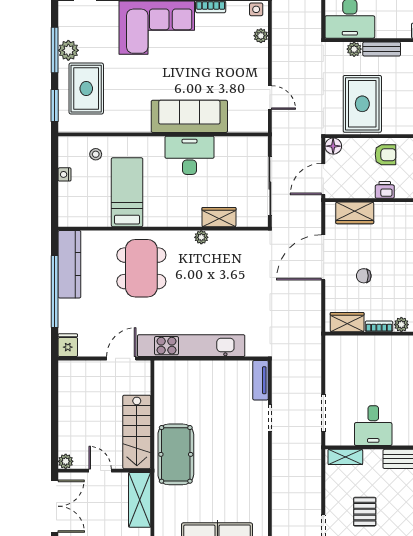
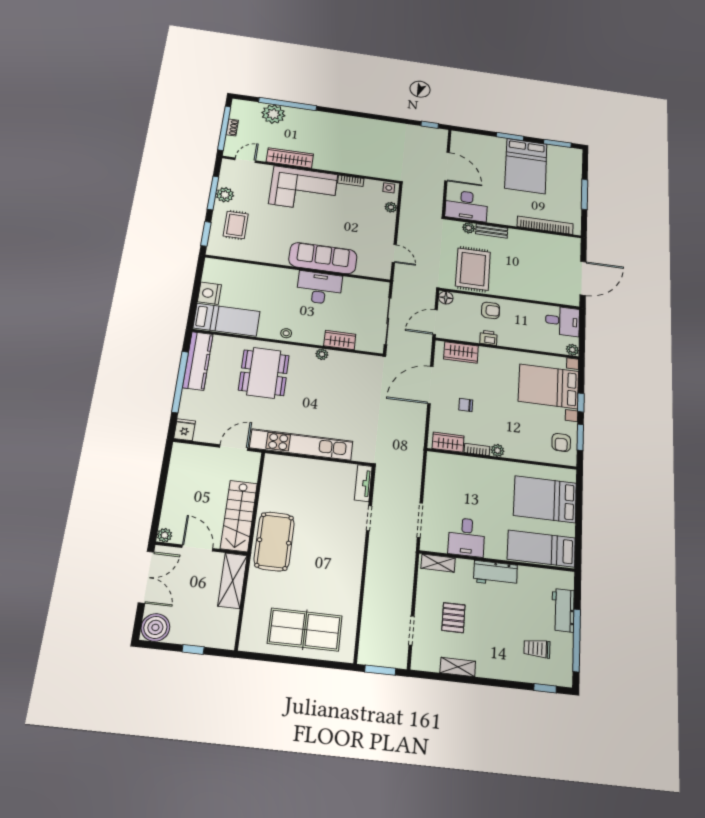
rug: (86, 89) -> (236, 225), width x0.73, depth x0.70
stool: (96, 154) -> (286, 333), moved
nightstand: (65, 174) -> (209, 293), width x1.89, depth x1.79
bed: (127, 192) -> (227, 320), moved, turned 90
door: (100, 471) -> (197, 548), width x1.38

